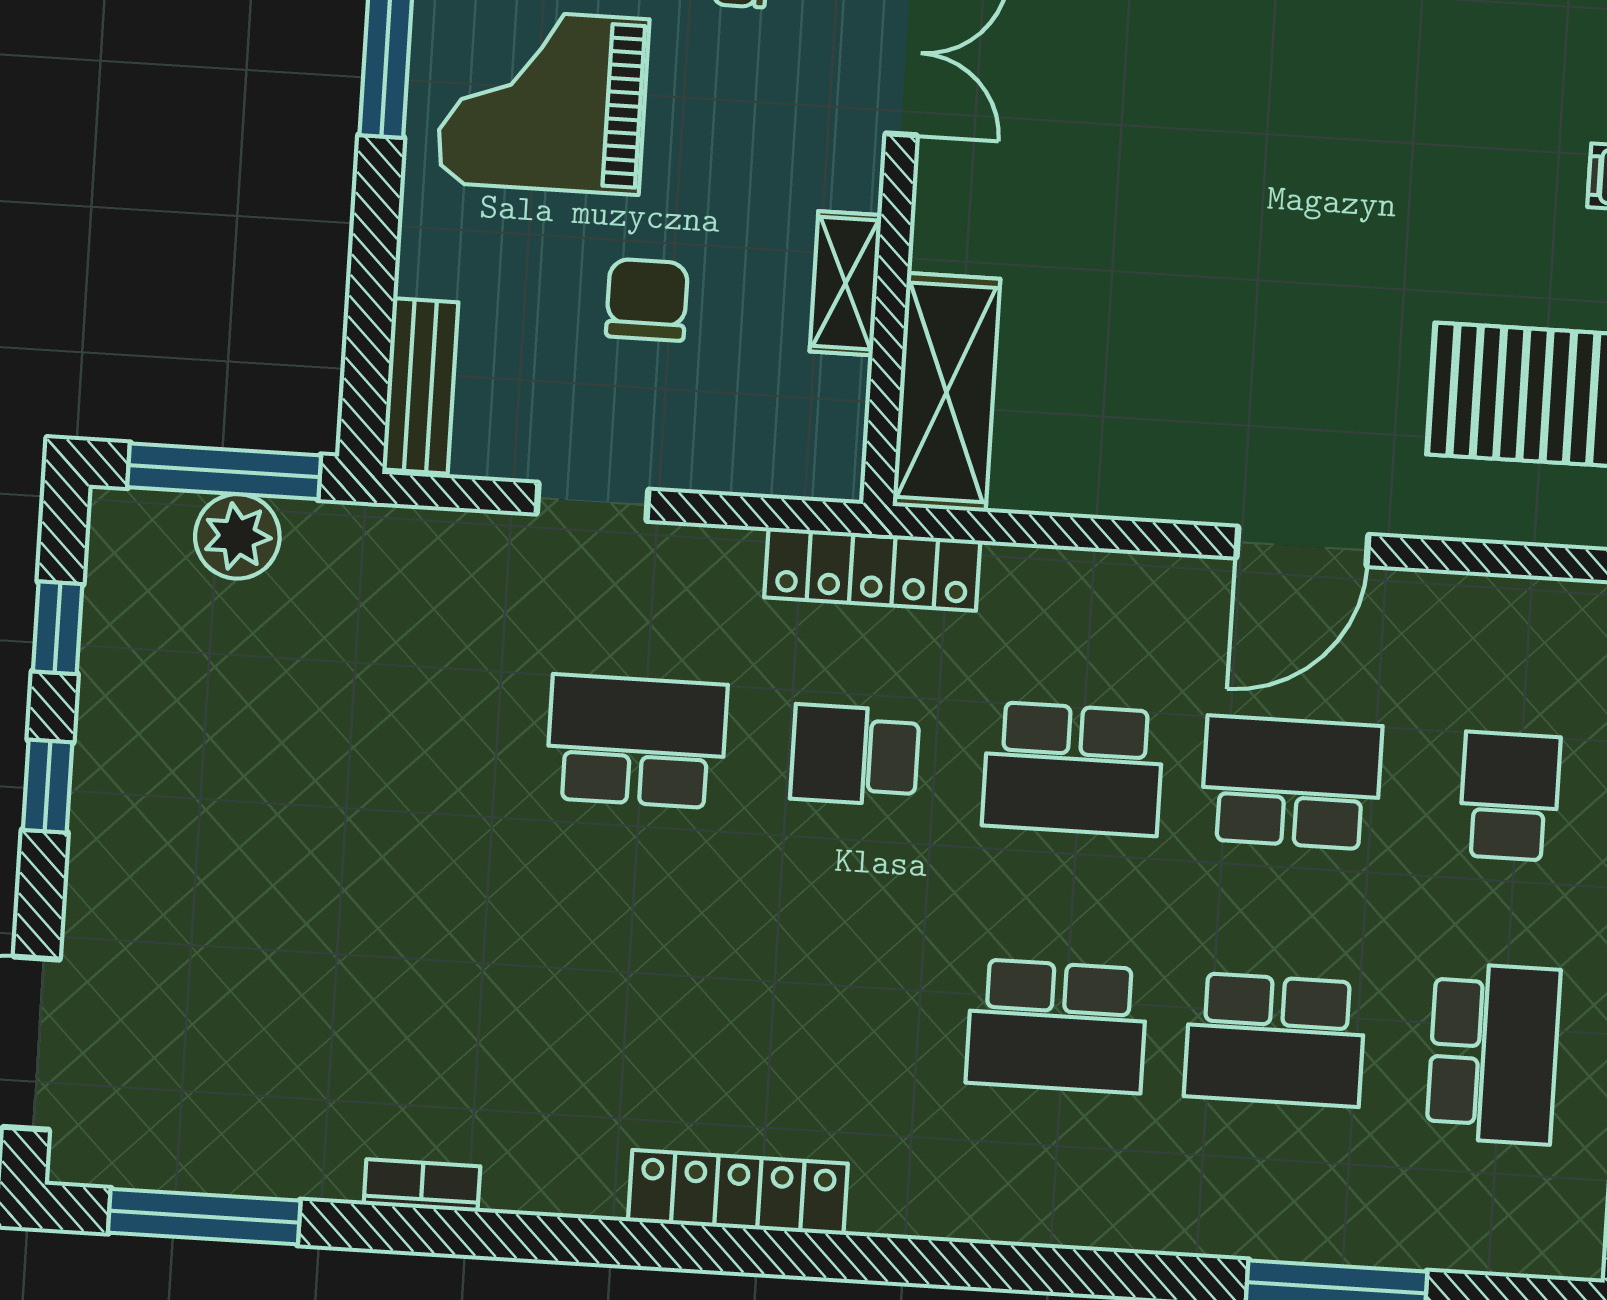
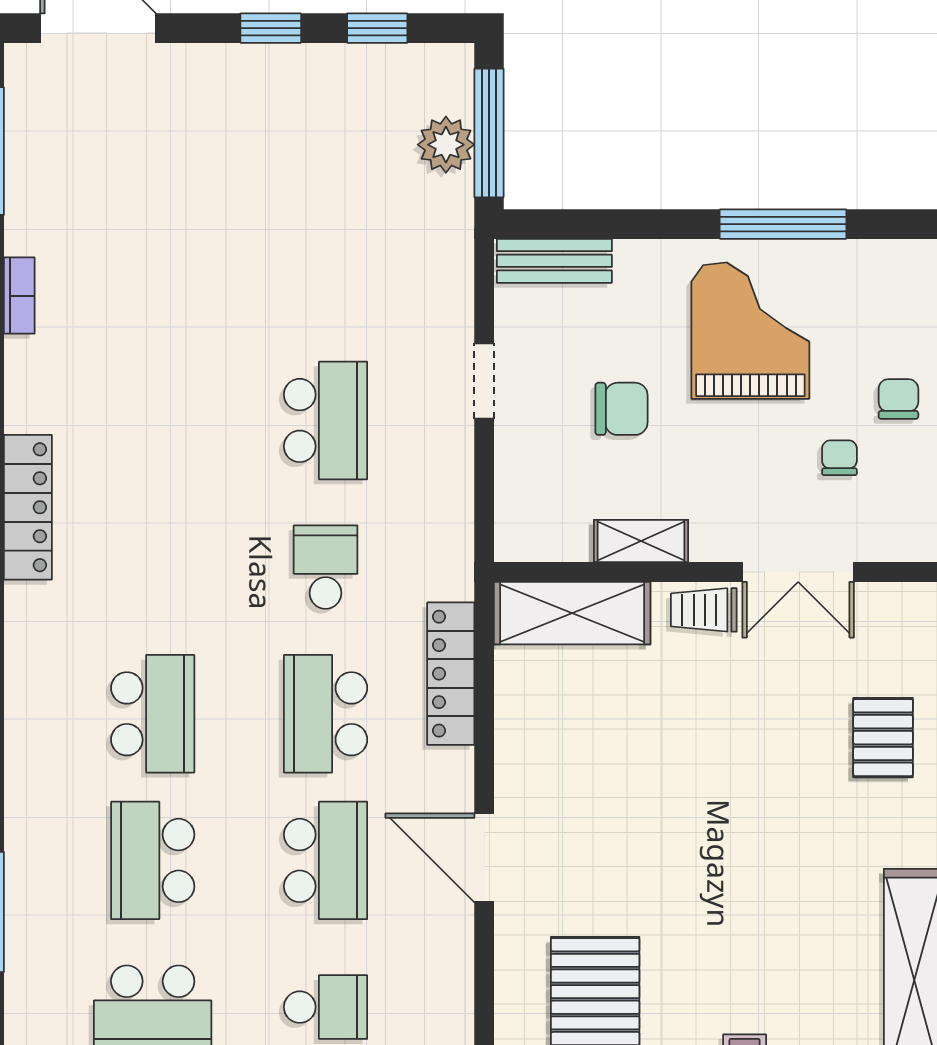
trolley: (954, 196) -> (704, 610), added
locker: (872, 569) -> (451, 674), moved
school desk: (1057, 1026) -> (153, 714), turned 180

